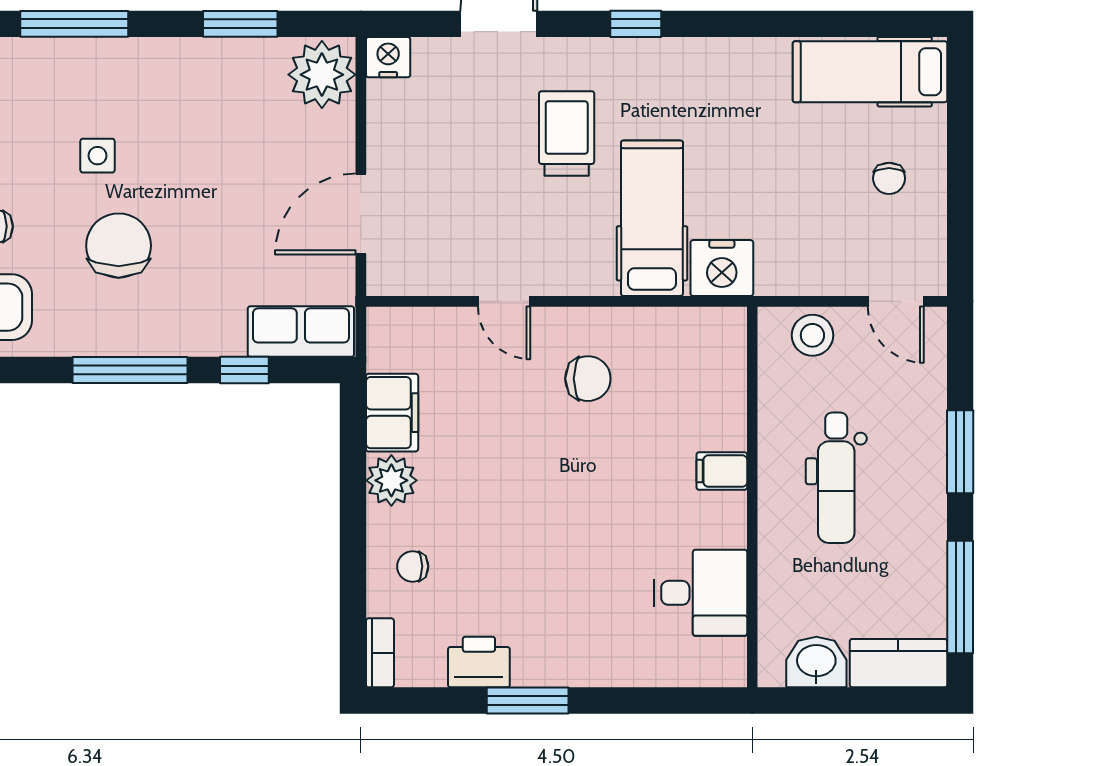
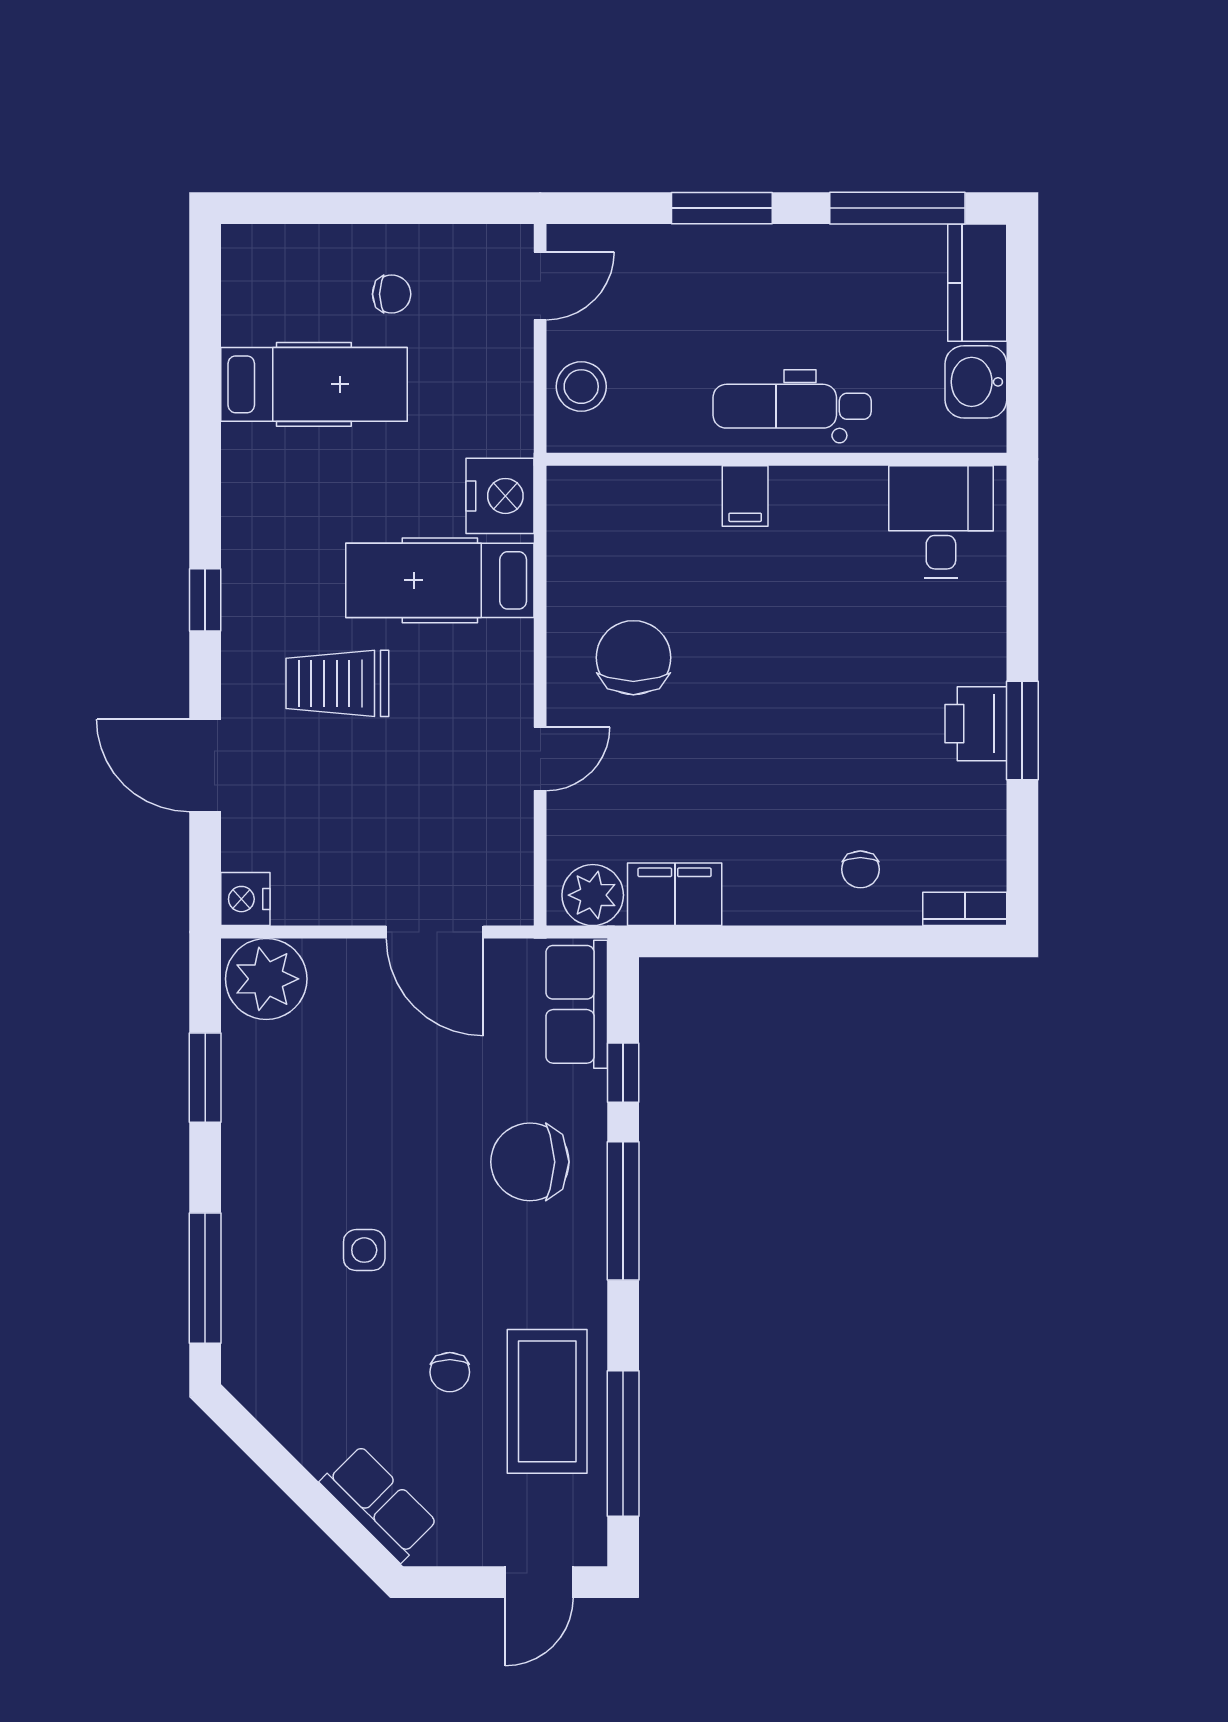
hospital bed: (870, 72) -> (314, 384), moved, turned -90
chair: (119, 246) -> (530, 1162), moved
chair: (588, 379) -> (633, 658), width x1.37, depth x1.37
dental chair: (836, 478) -> (792, 406), moved, turned 180
plant: (391, 480) -> (593, 895), moved
desk: (700, 593) -> (941, 522), moved
printer: (479, 662) -> (976, 724), moved

